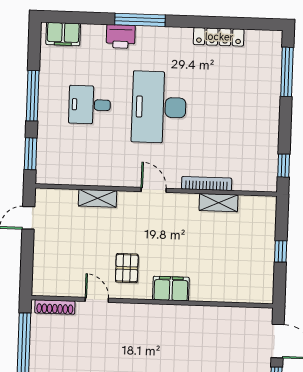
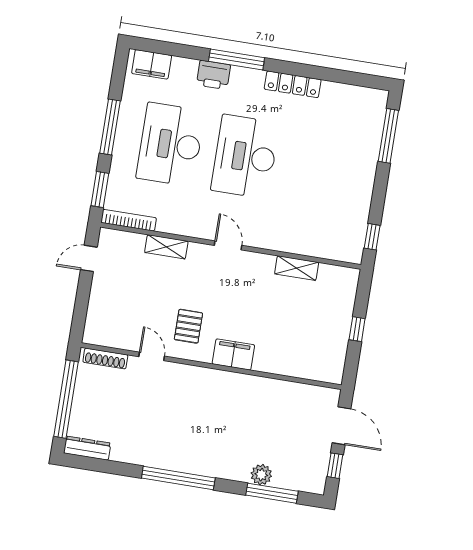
locker: (219, 37) -> (293, 84), moved
desk: (90, 105) -> (170, 144), width x1.87, depth x1.30
bookcase: (207, 184) -> (129, 220), moved

